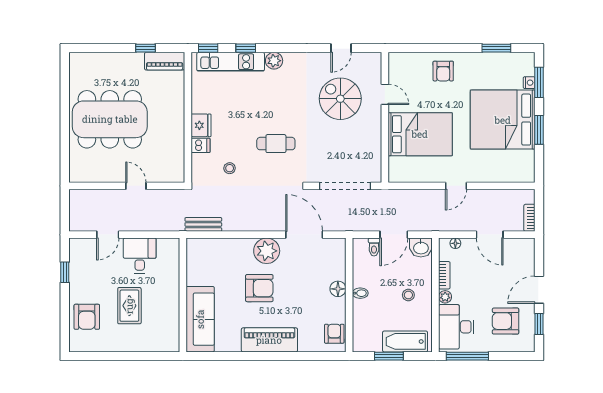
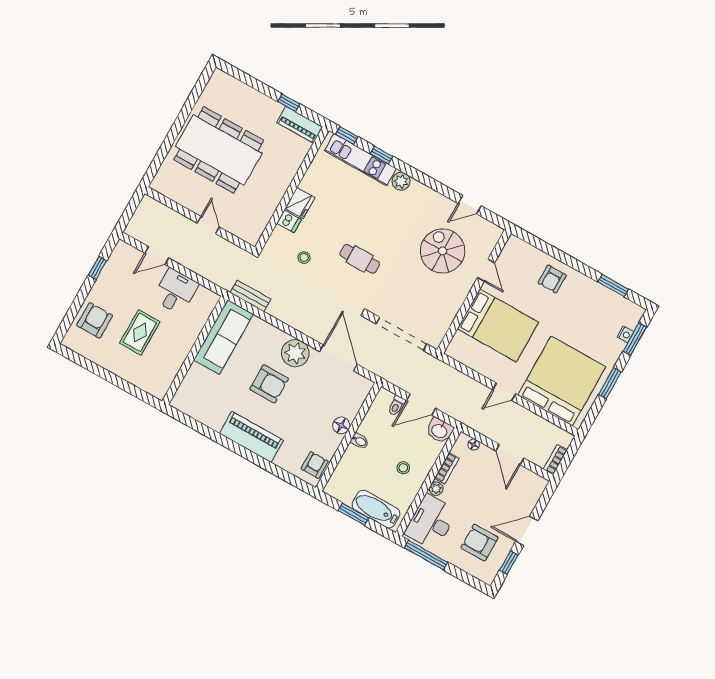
bed: (503, 120) -> (562, 381), moved, turned 90
armchair: (87, 317) -> (95, 320), turned 180
sofa: (200, 319) -> (223, 337), moved

